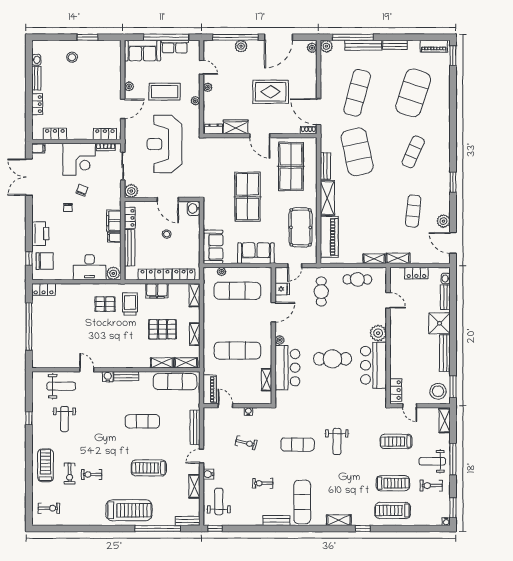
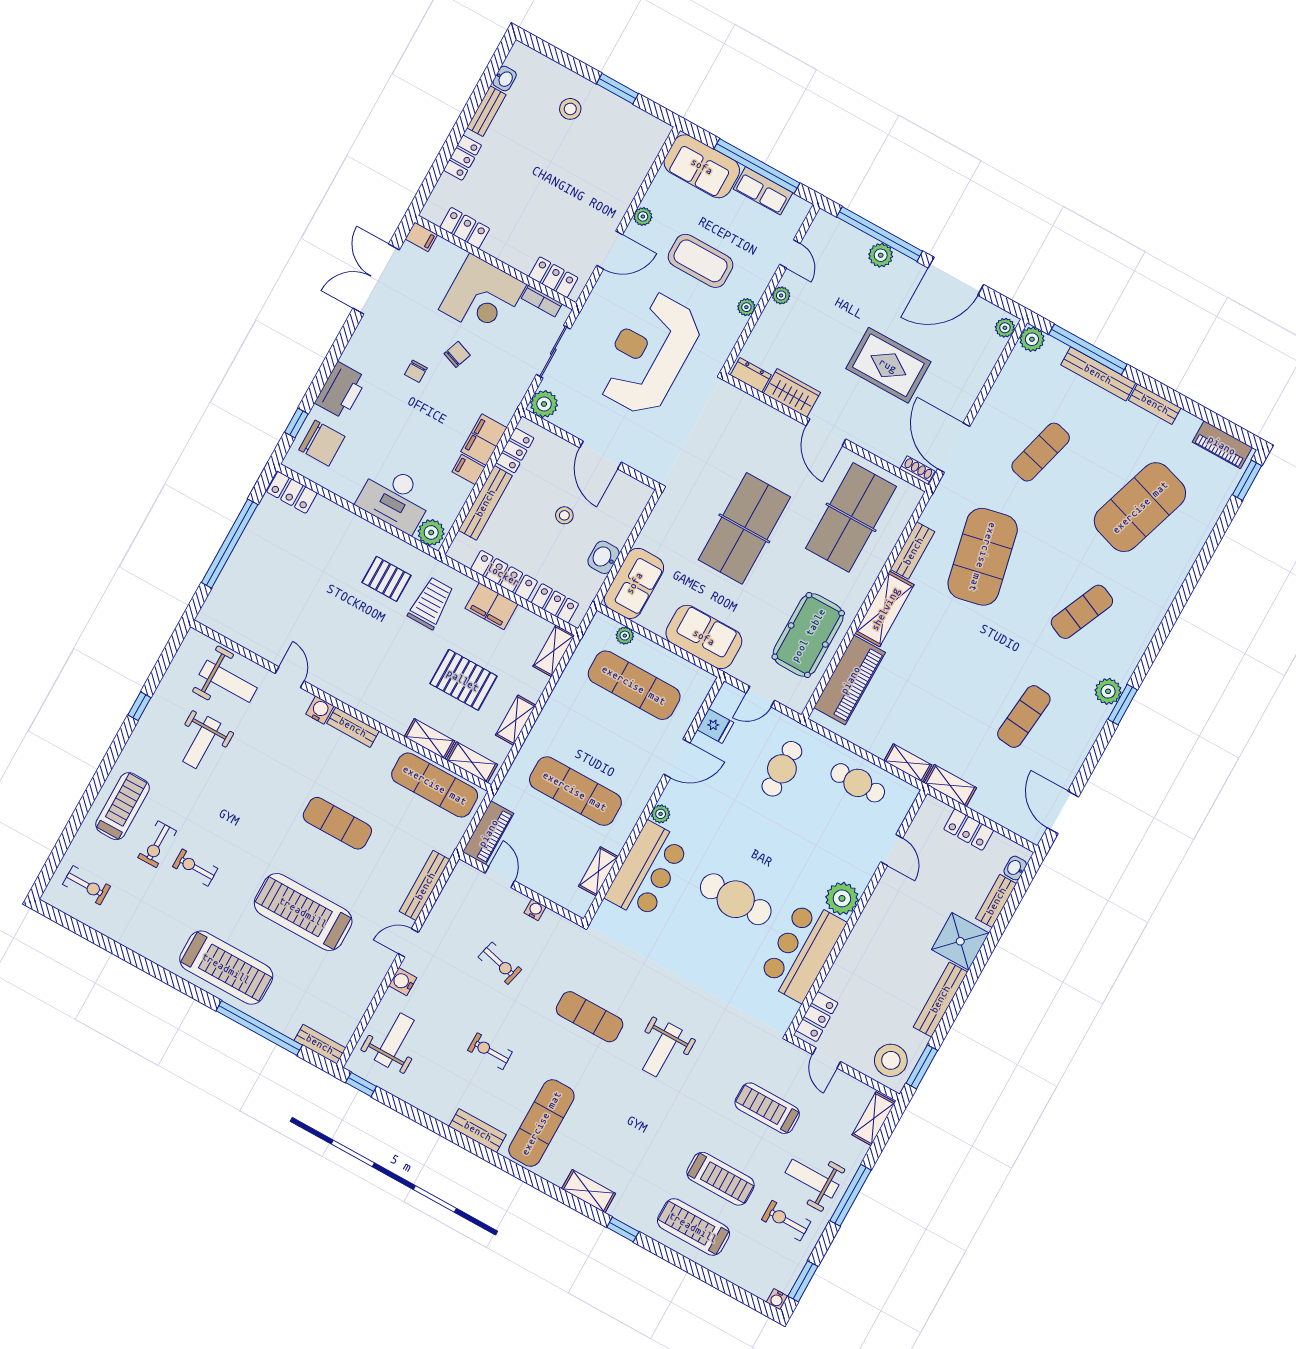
exercise mat: (357, 93) -> (1041, 452), width x0.73, depth x0.69
washbasin: (194, 208) -> (603, 557), moved
plant: (443, 221) -> (1108, 691), moved
treadmill: (149, 468) -> (303, 912), width x1.37, depth x1.38
shelving: (194, 486) -> (366, 989), removed

